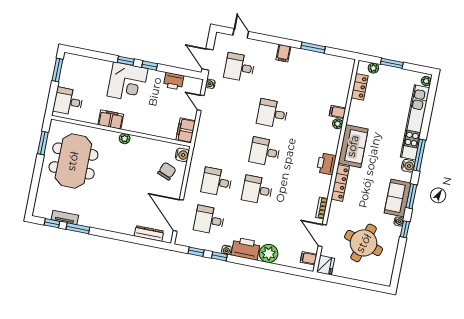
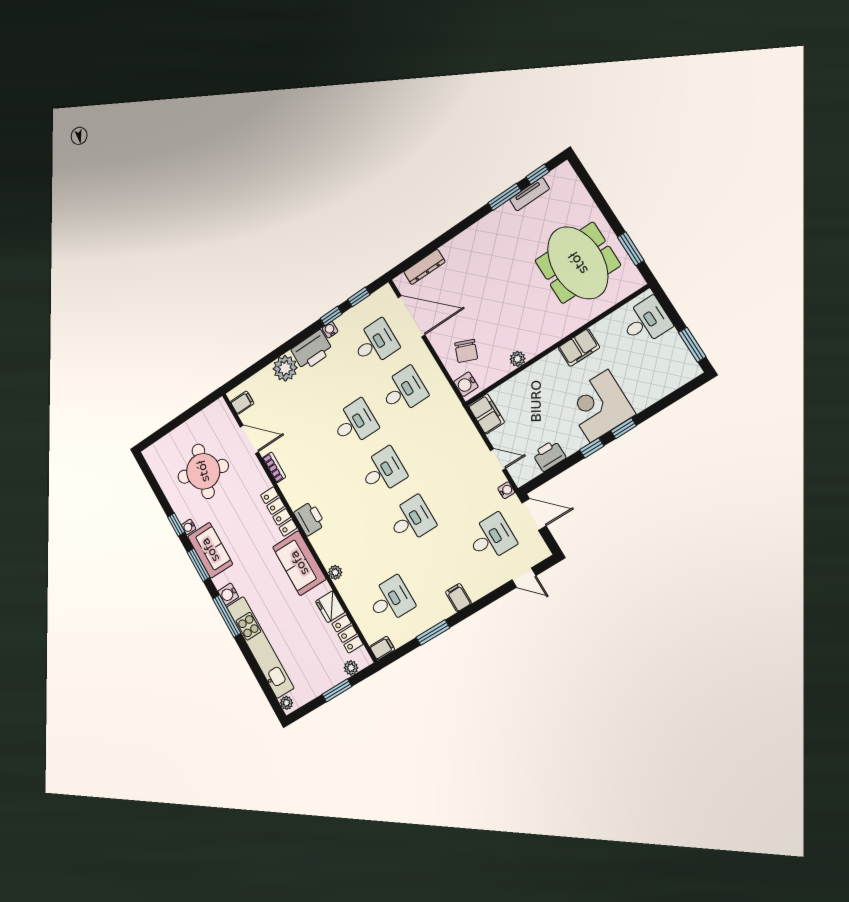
desk: (320, 83) -> (391, 600), added
filing cabinet: (338, 112) -> (382, 648), moved
plant: (125, 139) -> (518, 359), moved
fridge: (326, 265) -> (330, 607), moved

